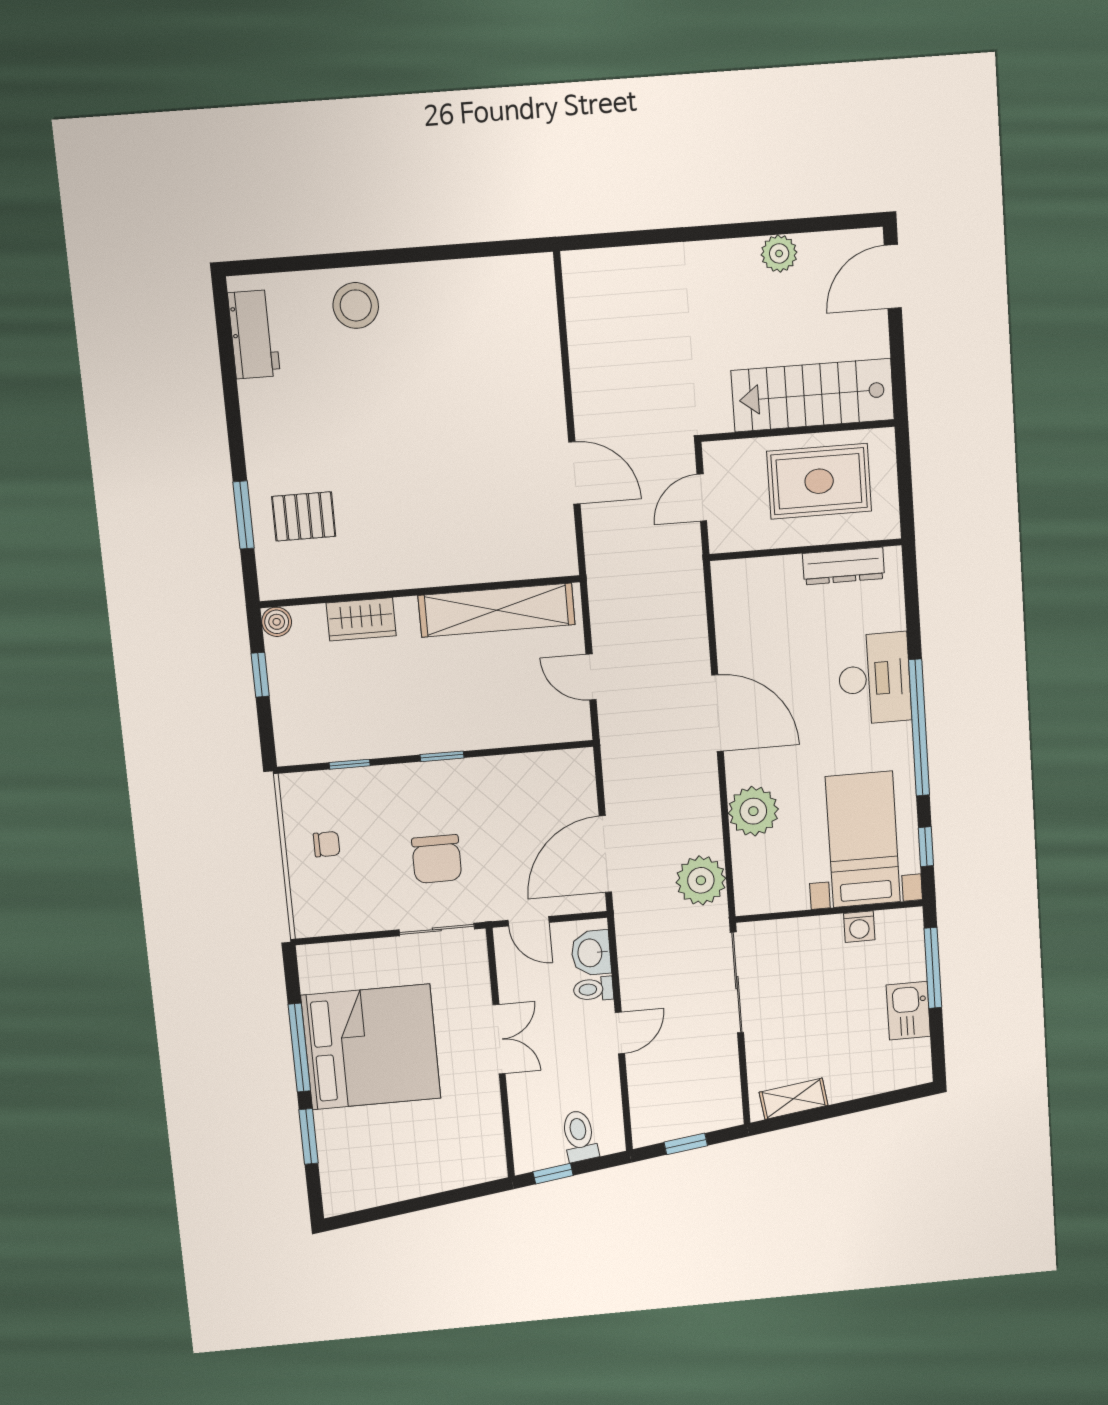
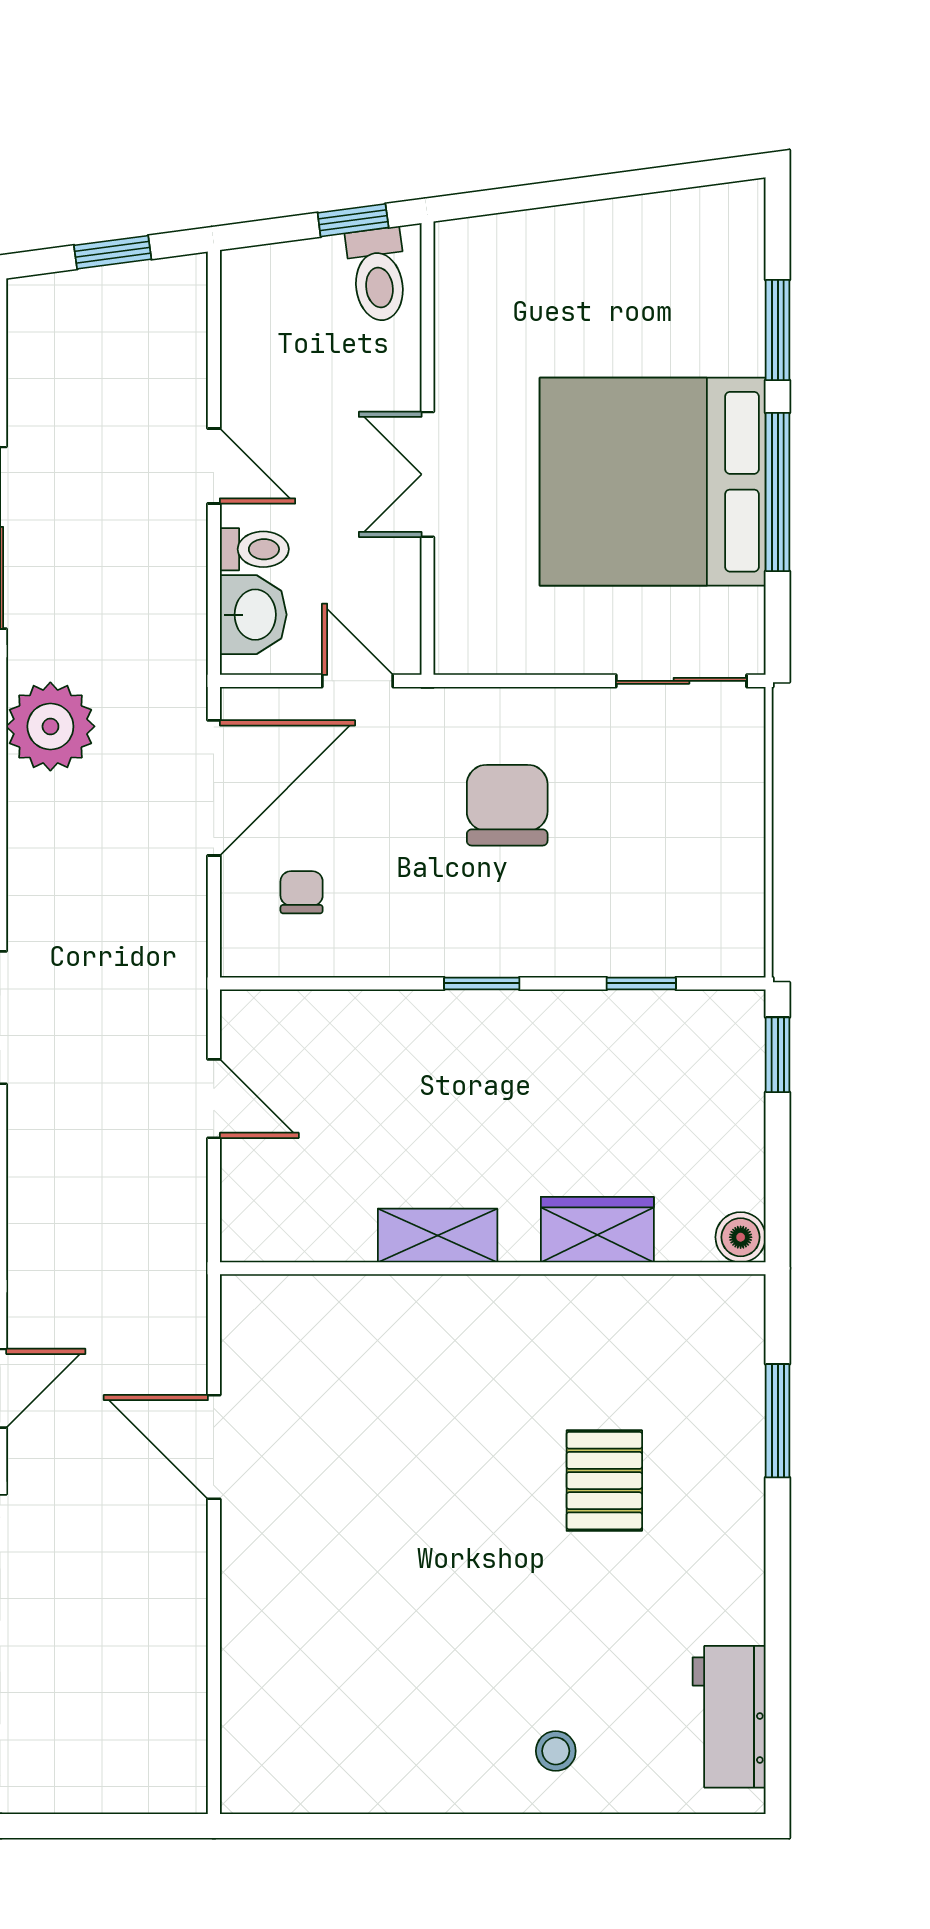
stool: (356, 305) -> (556, 1751), width x0.53, depth x0.53
pallet: (304, 516) -> (604, 1481), moved, turned 90
shelving: (497, 610) -> (438, 1235), width x0.45, depth x0.75
window: (260, 675) -> (778, 1055), moved
chair: (327, 844) -> (302, 892), moved, turned 90
sliding door: (437, 929) -> (681, 681), moved
door: (620, 1033) -> (214, 466), swing flipped
toilet: (579, 1136) -> (378, 275), moved

